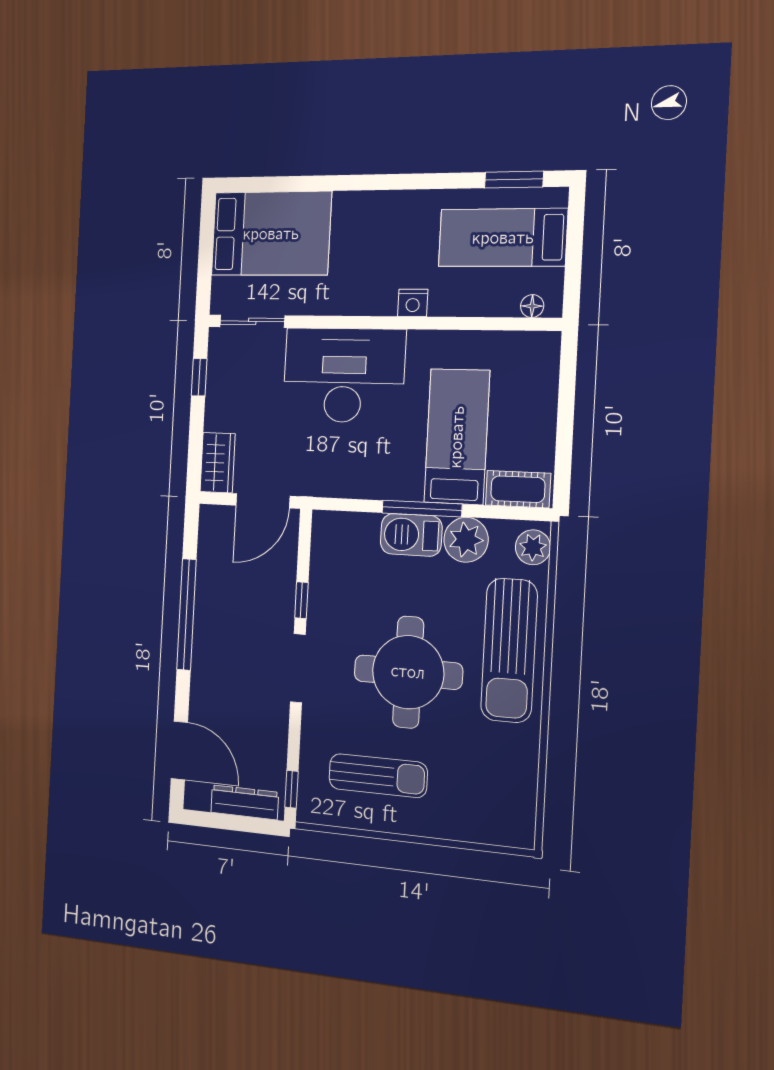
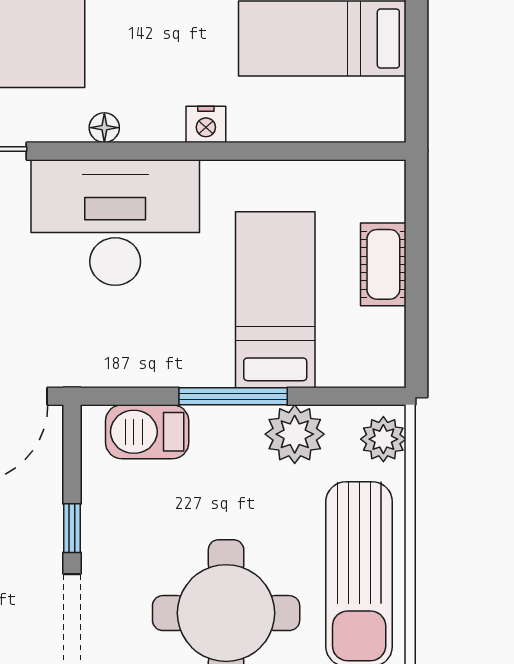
floor lamp: (532, 306) -> (104, 128), moved
cot: (518, 489) -> (383, 264), moved, turned 90
barbecue: (411, 535) -> (147, 432), moved

